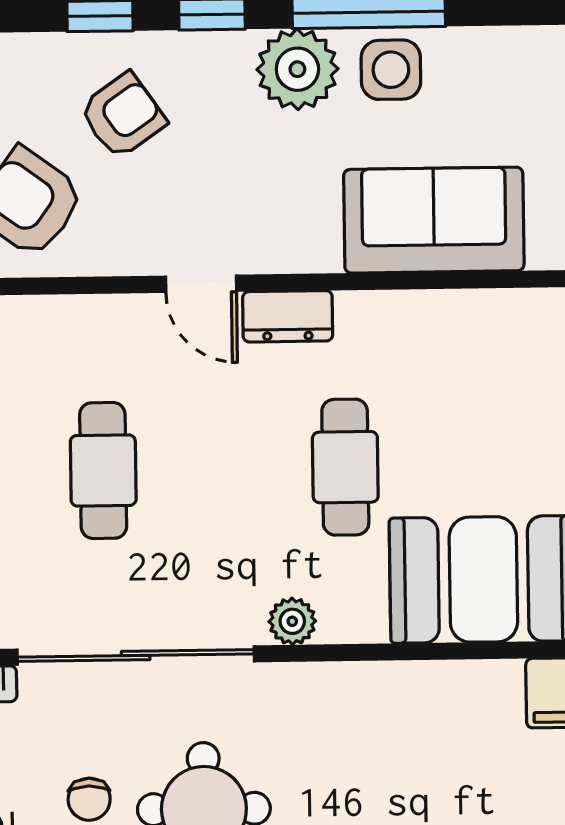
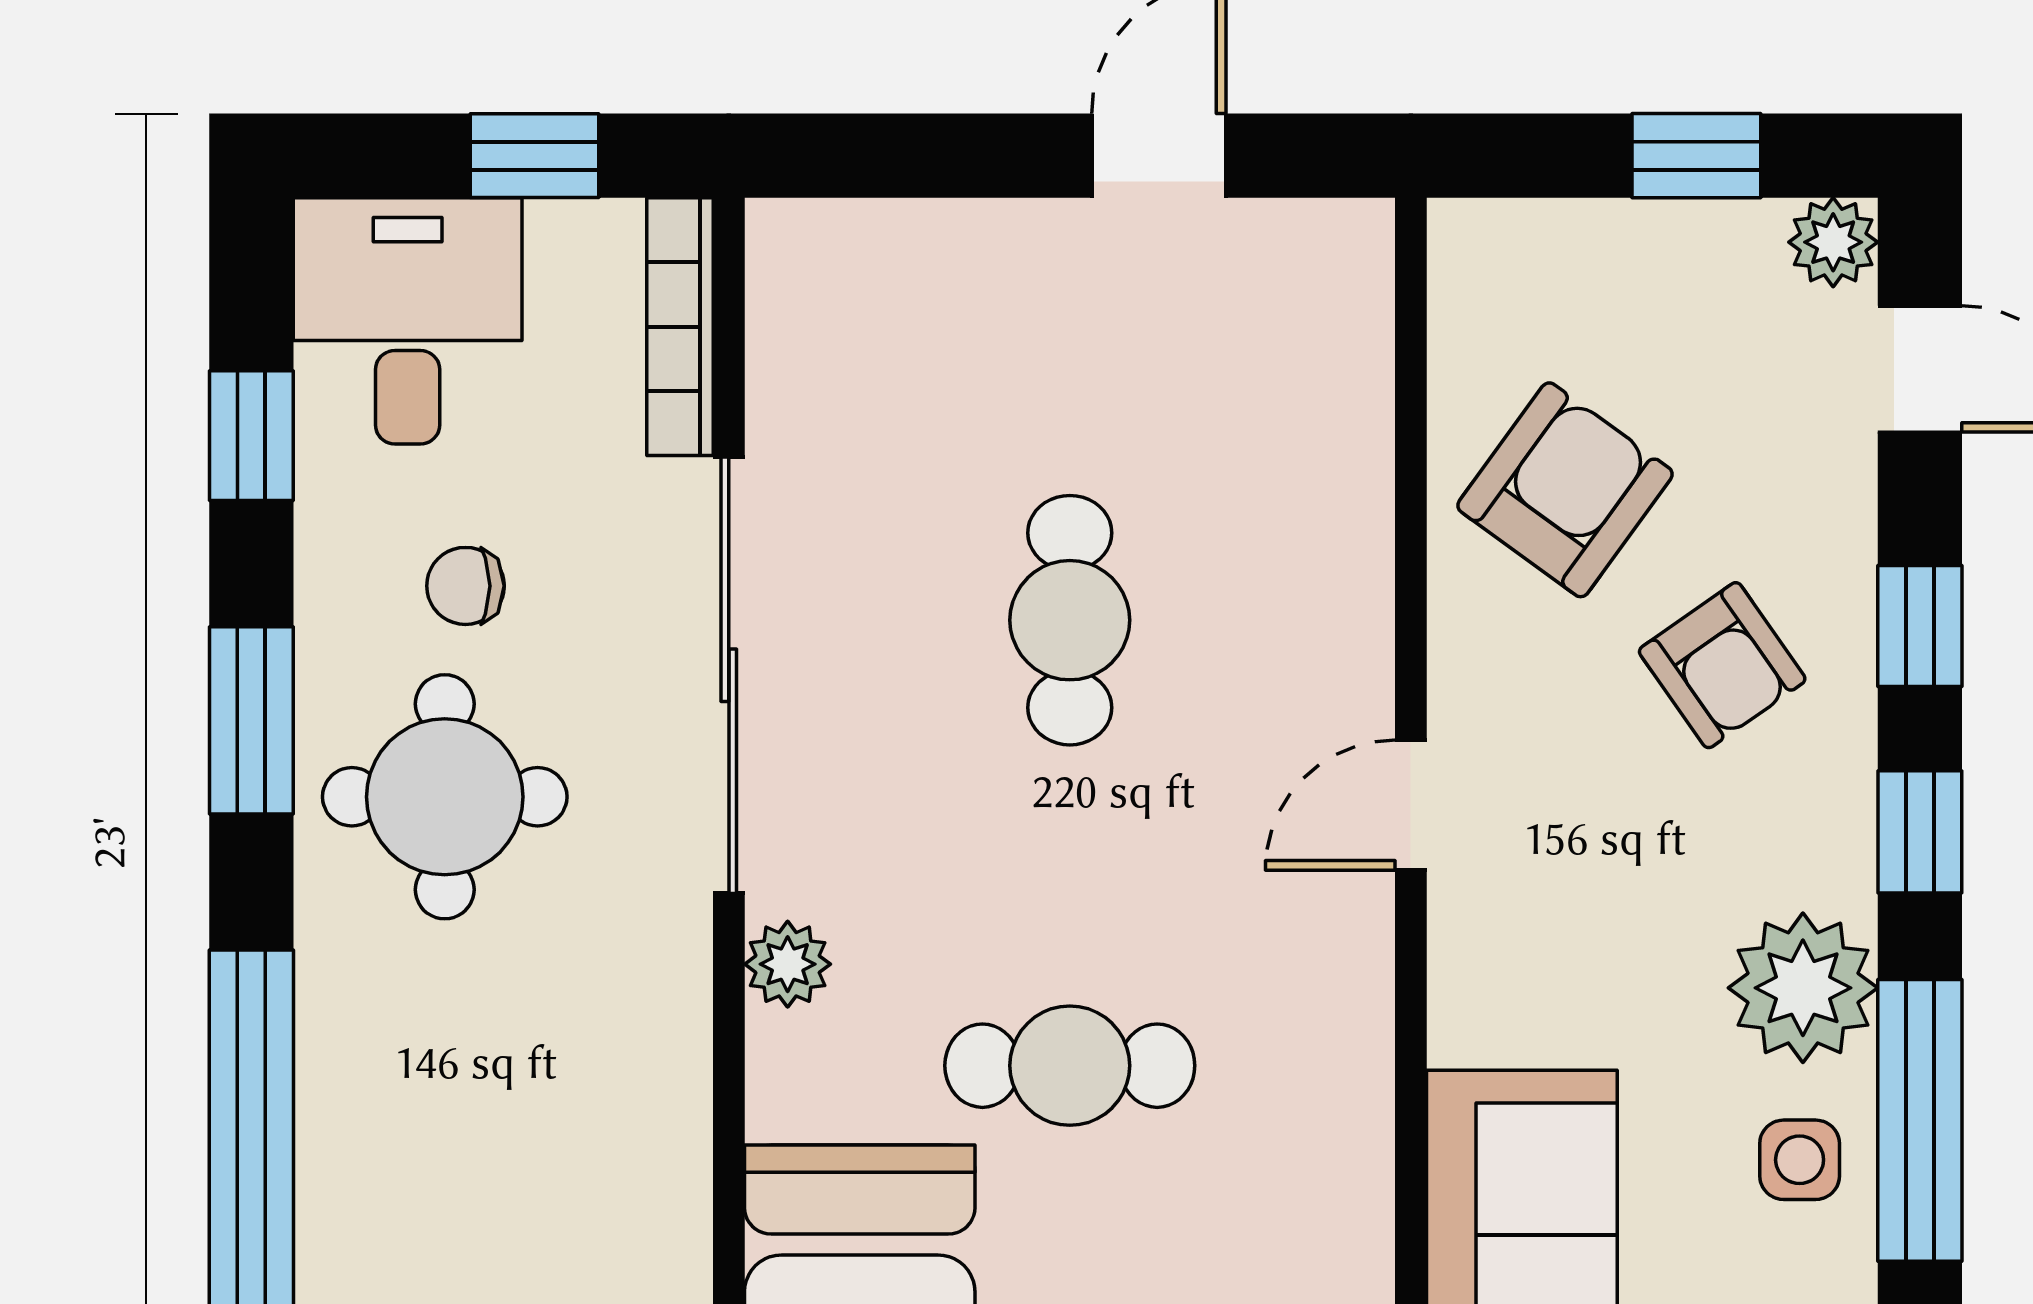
side table: (391, 70) -> (1800, 1160), width x0.73, depth x0.73
dresser: (288, 316) -> (1349, 963), removed
cafe table: (103, 471) -> (1070, 620), turned 90

